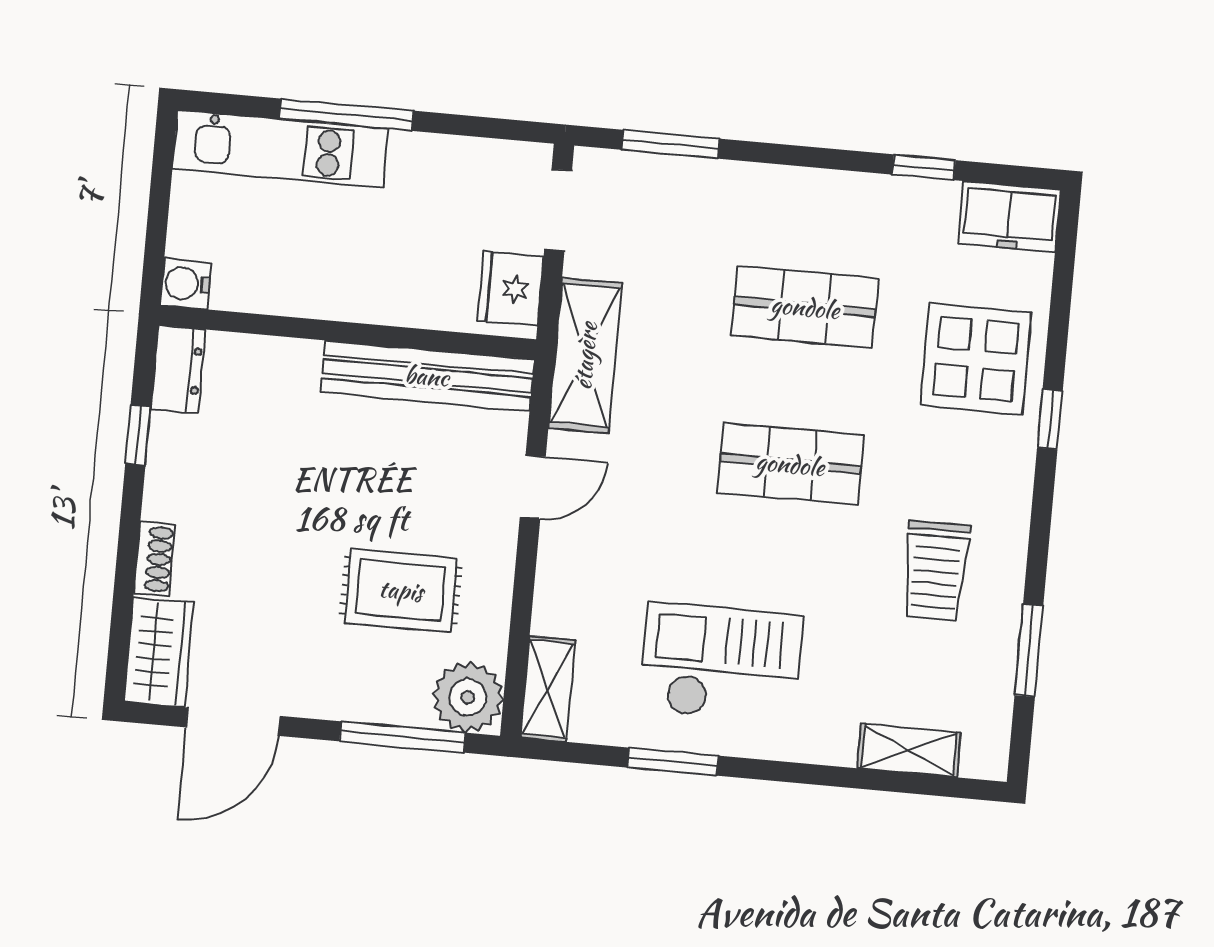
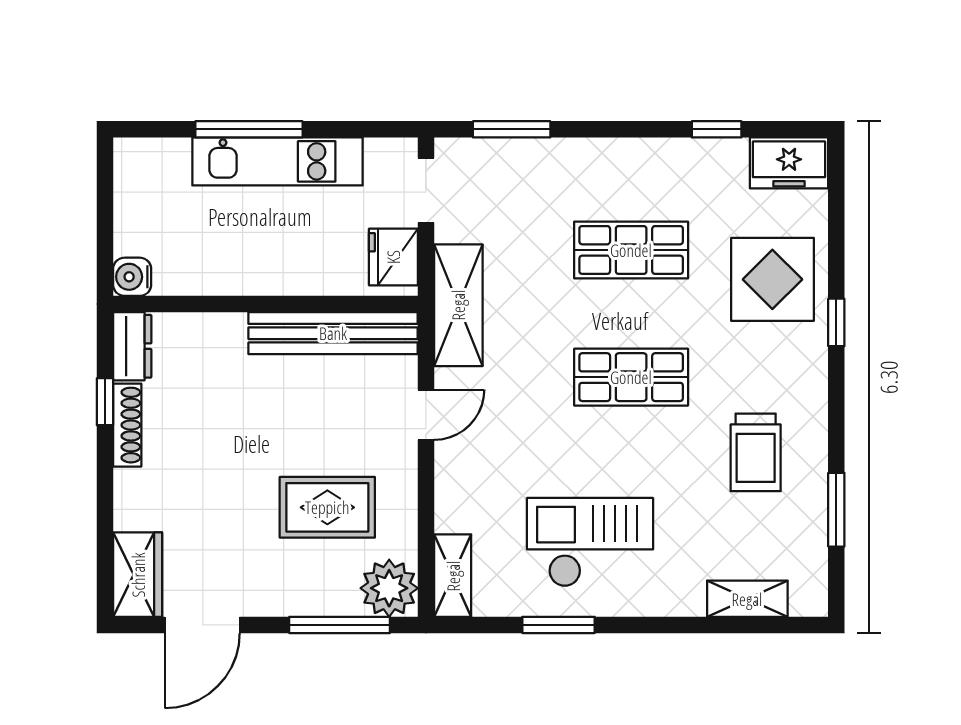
kitchen unit: (280, 149) -> (277, 161), moved
shoe rack: (154, 559) -> (127, 425), moved, width x1.43

